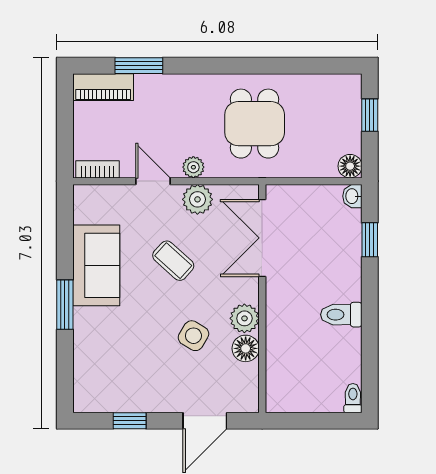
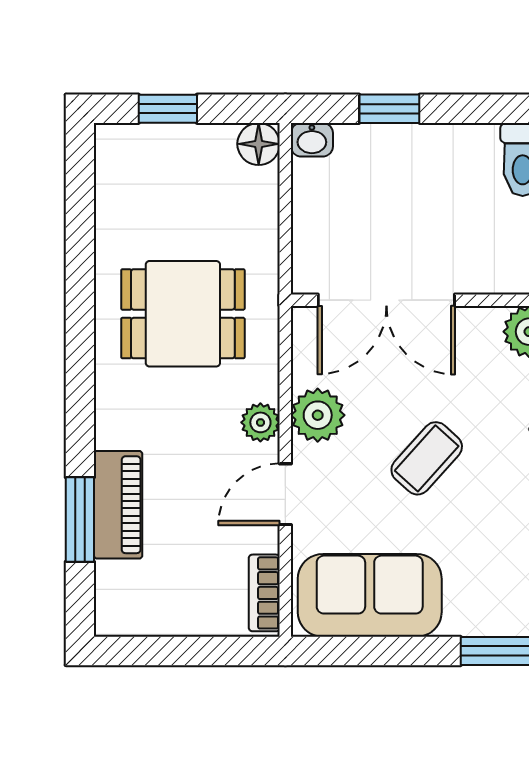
piano: (103, 87) -> (118, 505), moved
sofa: (96, 265) -> (370, 595), moved

